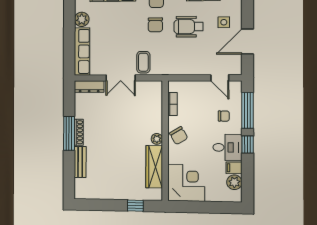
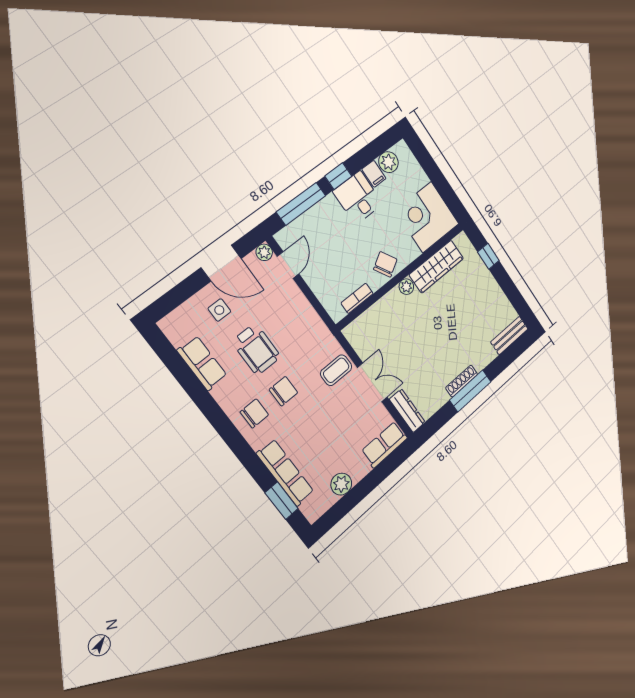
row of seats: (82, 51) -> (384, 445), width x0.68
plant: (236, 69) -> (264, 252), added
chair: (224, 116) -> (327, 228), removed
bench: (80, 162) -> (509, 335), moved

